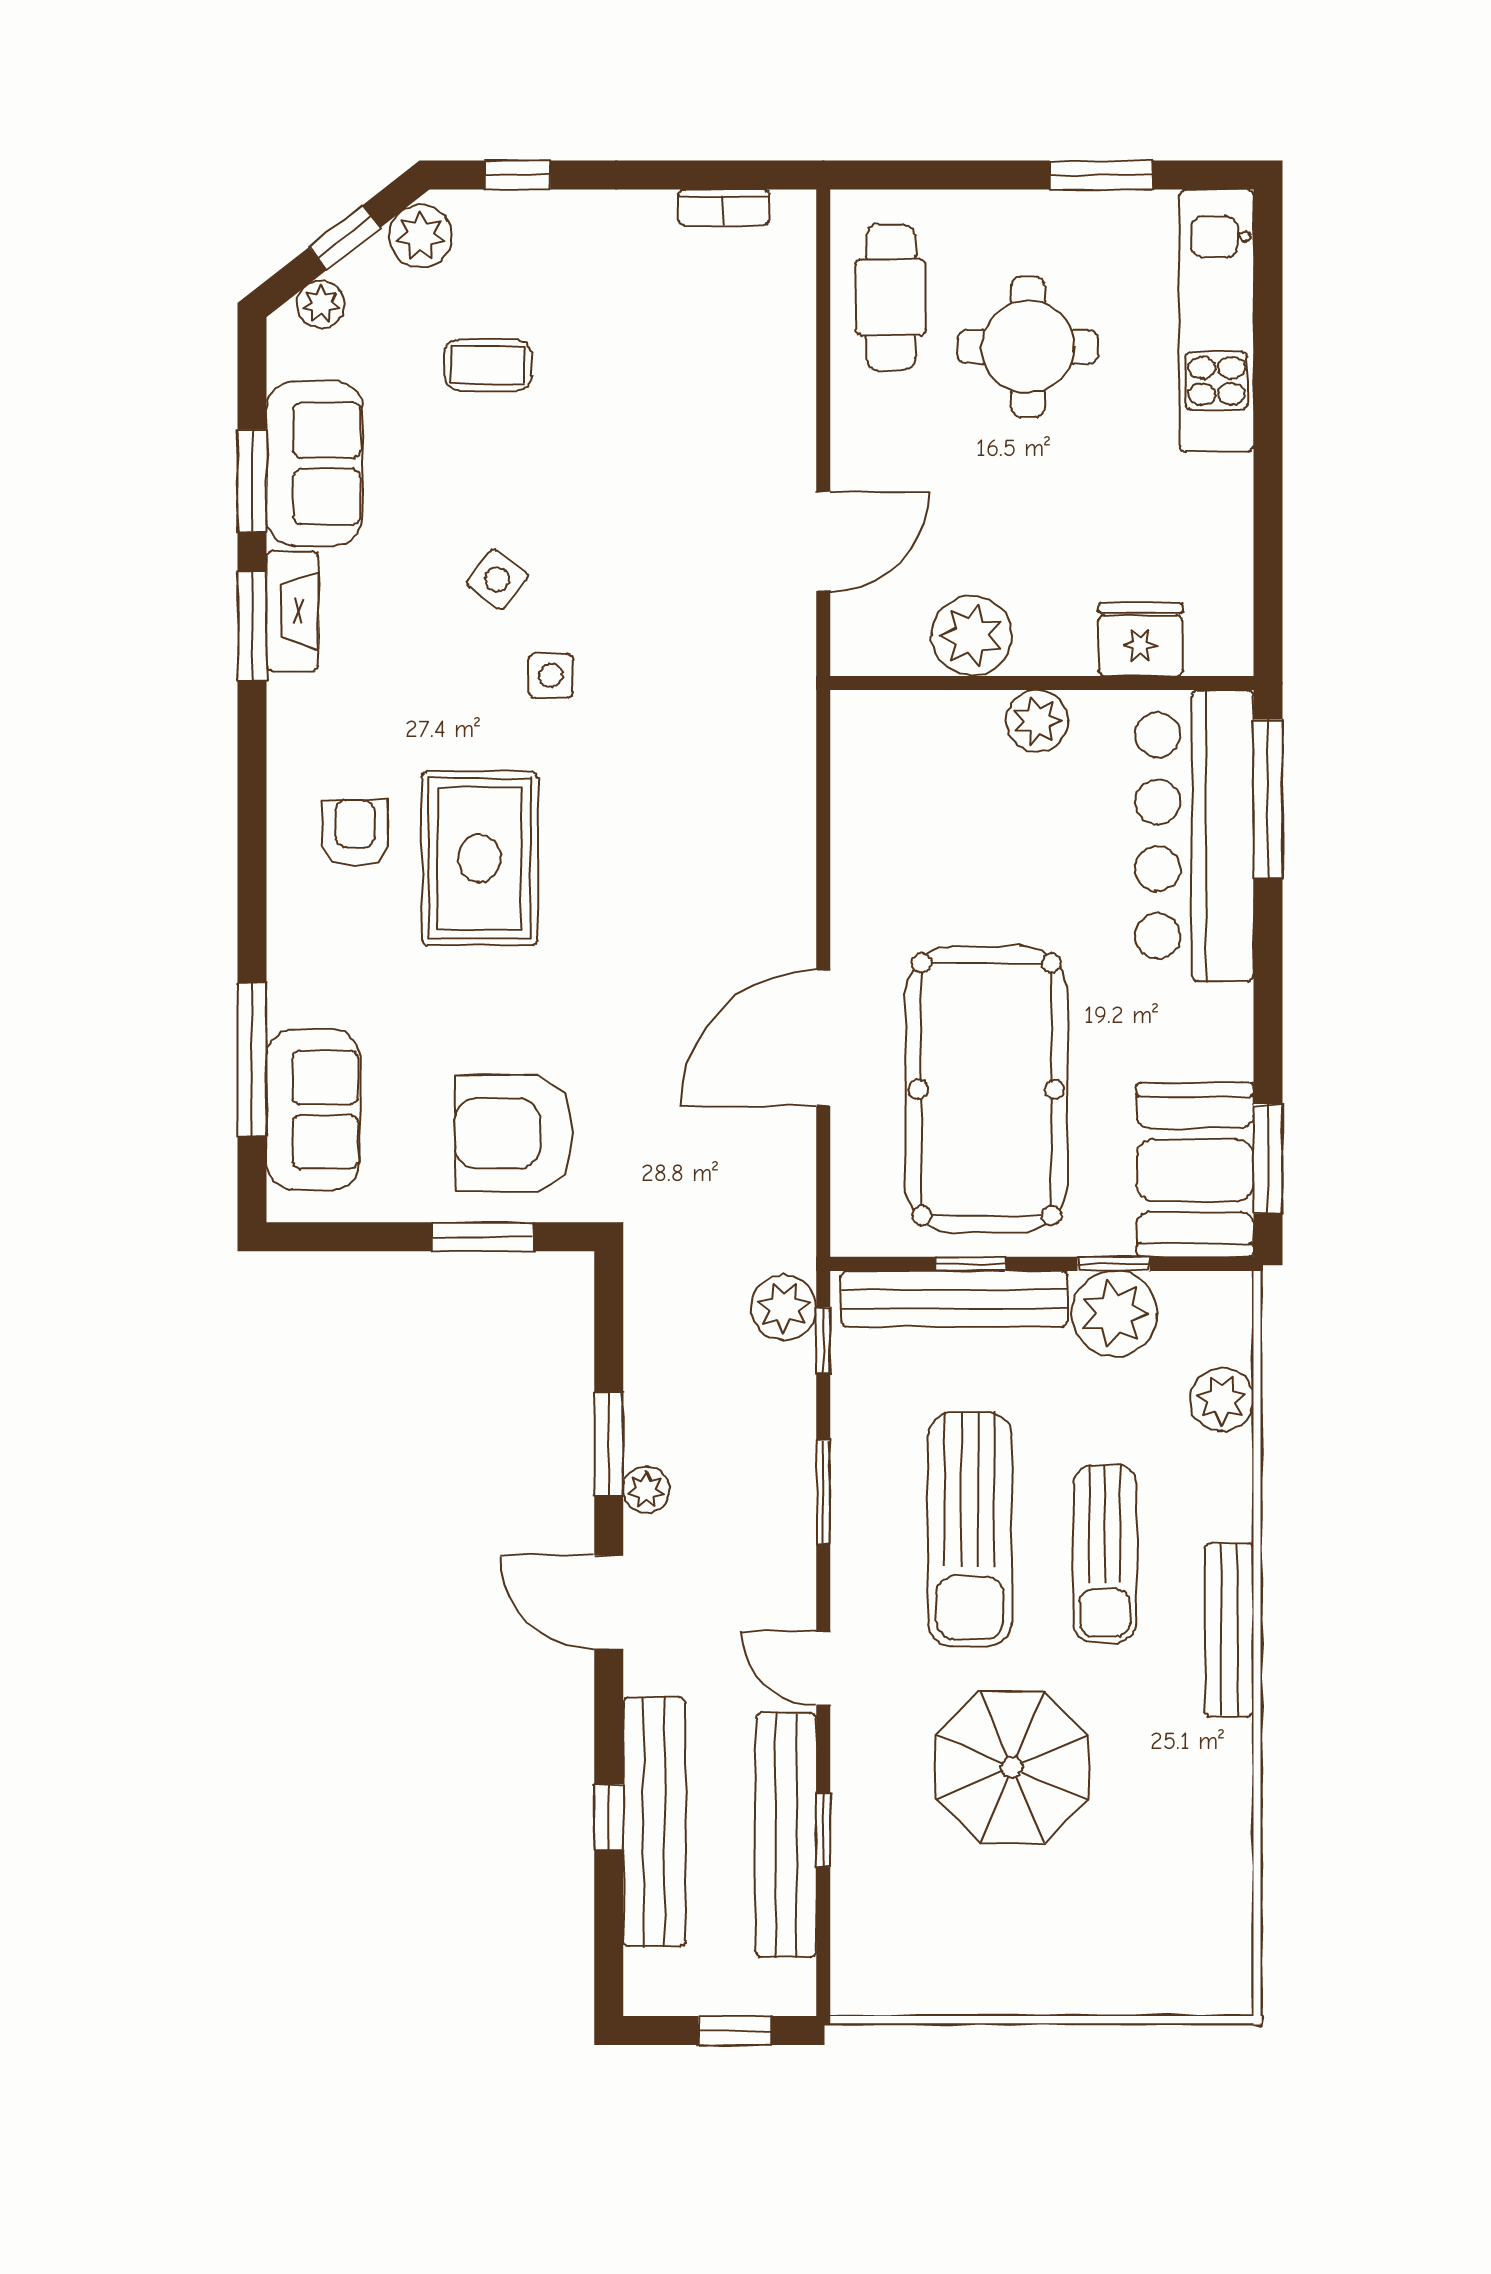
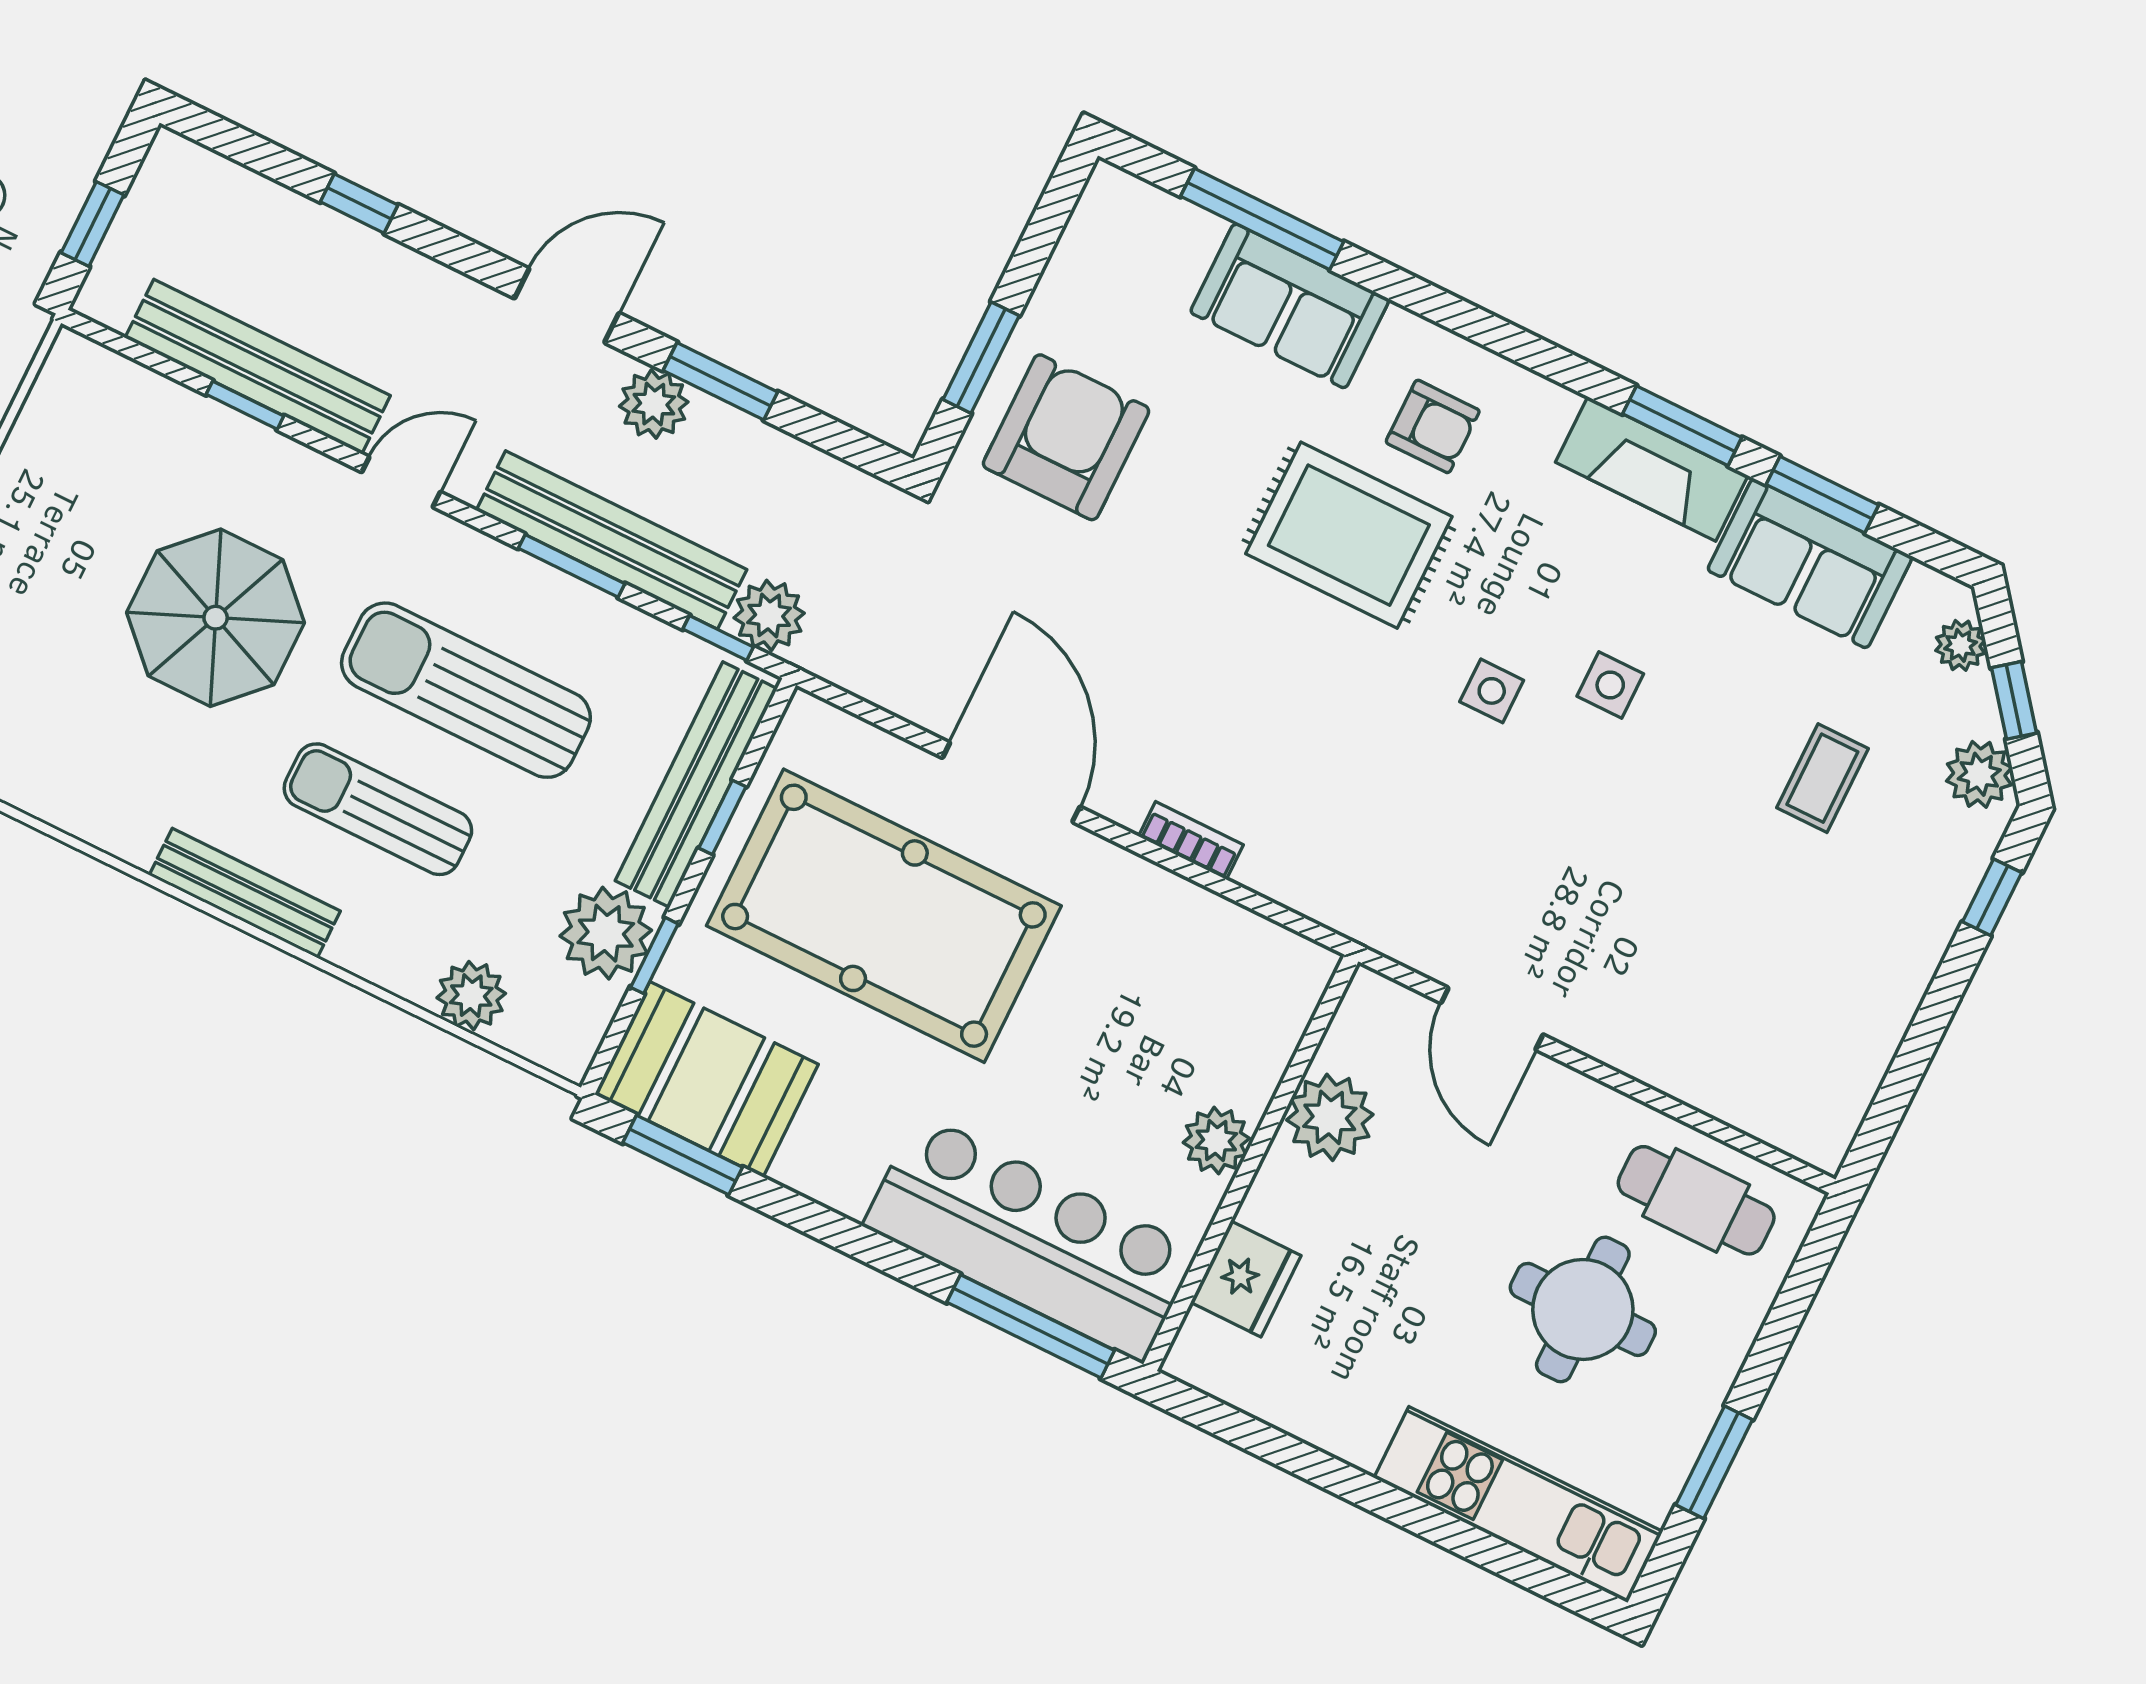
bookcase: (724, 208) -> (1191, 841), moved, turned 90
side table: (497, 580) -> (1610, 685), turned -37
fireplace: (292, 611) -> (1652, 469), width x1.37, depth x1.32
sofa: (313, 1110) -> (1290, 306), moved
plant: (646, 1490) -> (654, 404), width x1.38, depth x1.38
bench: (654, 1822) -> (611, 540), moved

